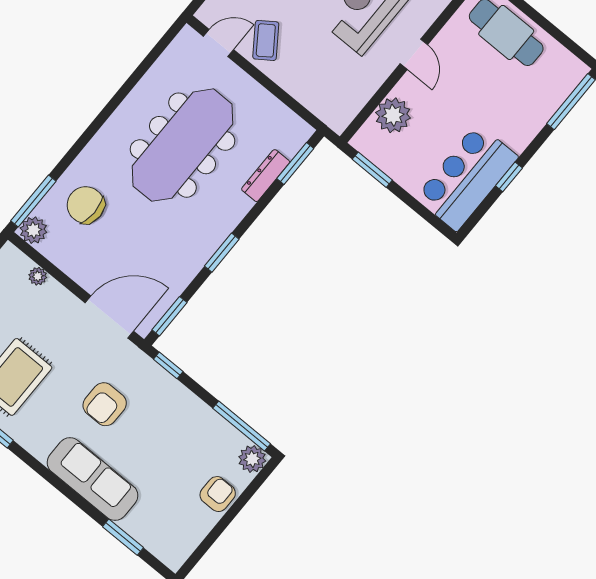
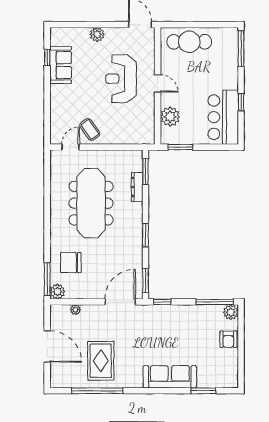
armchair: (105, 404) -> (149, 341), removed
armchair: (218, 494) -> (228, 339), turned 180

